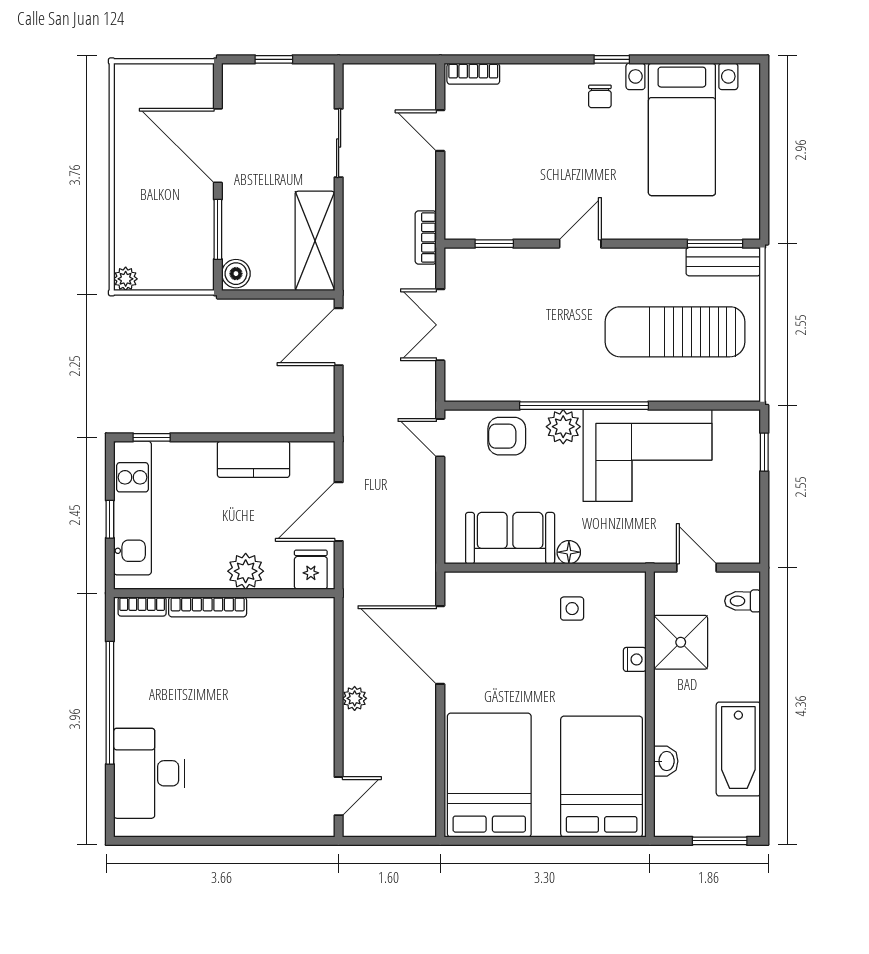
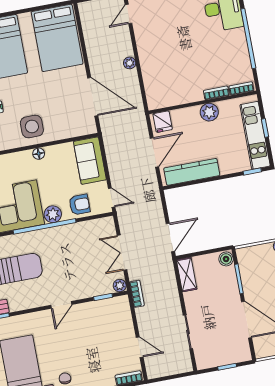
shelving: (315, 241) -> (187, 274), width x0.67, depth x0.75
plant: (457, 260) -> (120, 286), added
double door: (440, 325) -> (122, 253), swing flipped
kitchen counter: (254, 459) -> (192, 172), width x1.50
sofa: (510, 538) -> (90, 161), moved, turned 90
plant: (246, 571) -> (209, 112), moved
bookcase: (208, 607) -> (216, 93), width x0.64
side table: (572, 609) -> (32, 127), width x1.87, depth x1.87

